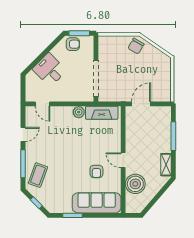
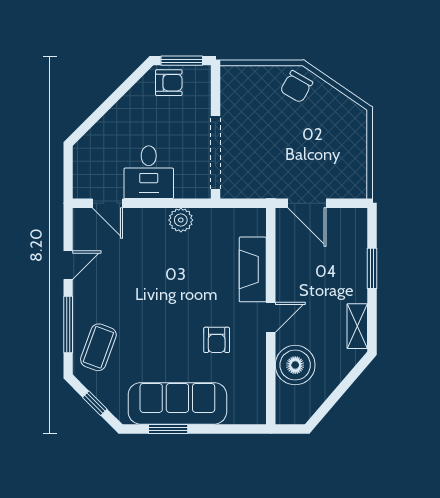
desk: (49, 70) -> (149, 172), moved, turned -135
door: (141, 104) -> (307, 203), swing flipped
fireplace: (102, 113) -> (253, 269), moved, turned 90
window: (173, 136) -> (372, 268), width x0.69
door: (123, 160) -> (271, 317), swing flipped
sofa: (97, 203) -> (177, 403), moved

